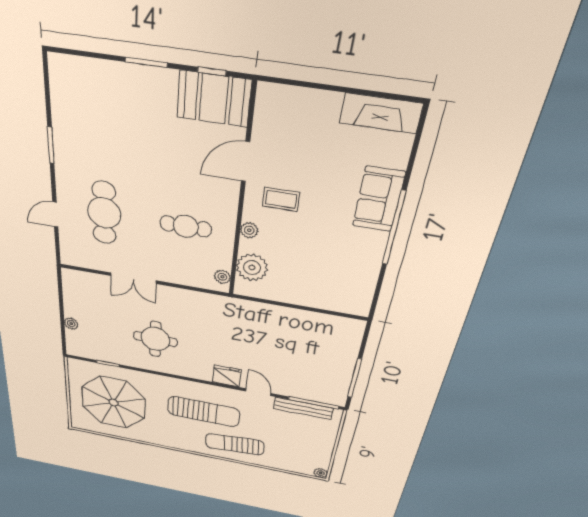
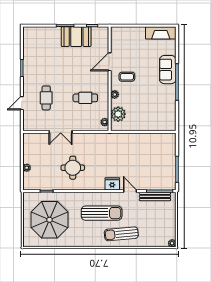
booth: (214, 99) -> (76, 37), moved
cafe table: (104, 213) -> (46, 98), width x0.73, depth x0.74

